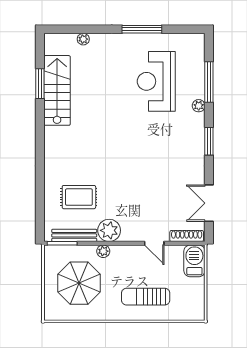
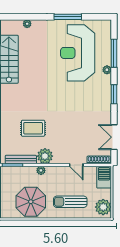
reception desk: (156, 81) -> (78, 53), width x1.36, depth x1.30
rug: (79, 197) -> (33, 128), moved
parasol: (79, 283) -> (31, 202), moved
plant: (193, 304) -> (103, 207), added

